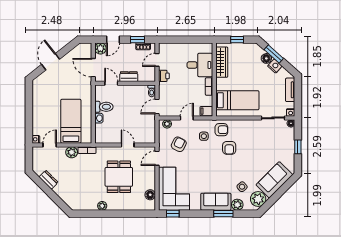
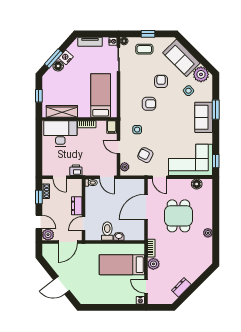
desk: (200, 65) -> (60, 134), width x1.37
armchair: (221, 130) -> (161, 81), moved
coffee table: (283, 143) -> (144, 49), added
door: (128, 145) -> (146, 207), width x1.88
dining table: (119, 177) -> (178, 216), turned 90
plant: (237, 205) -> (207, 96), removed

